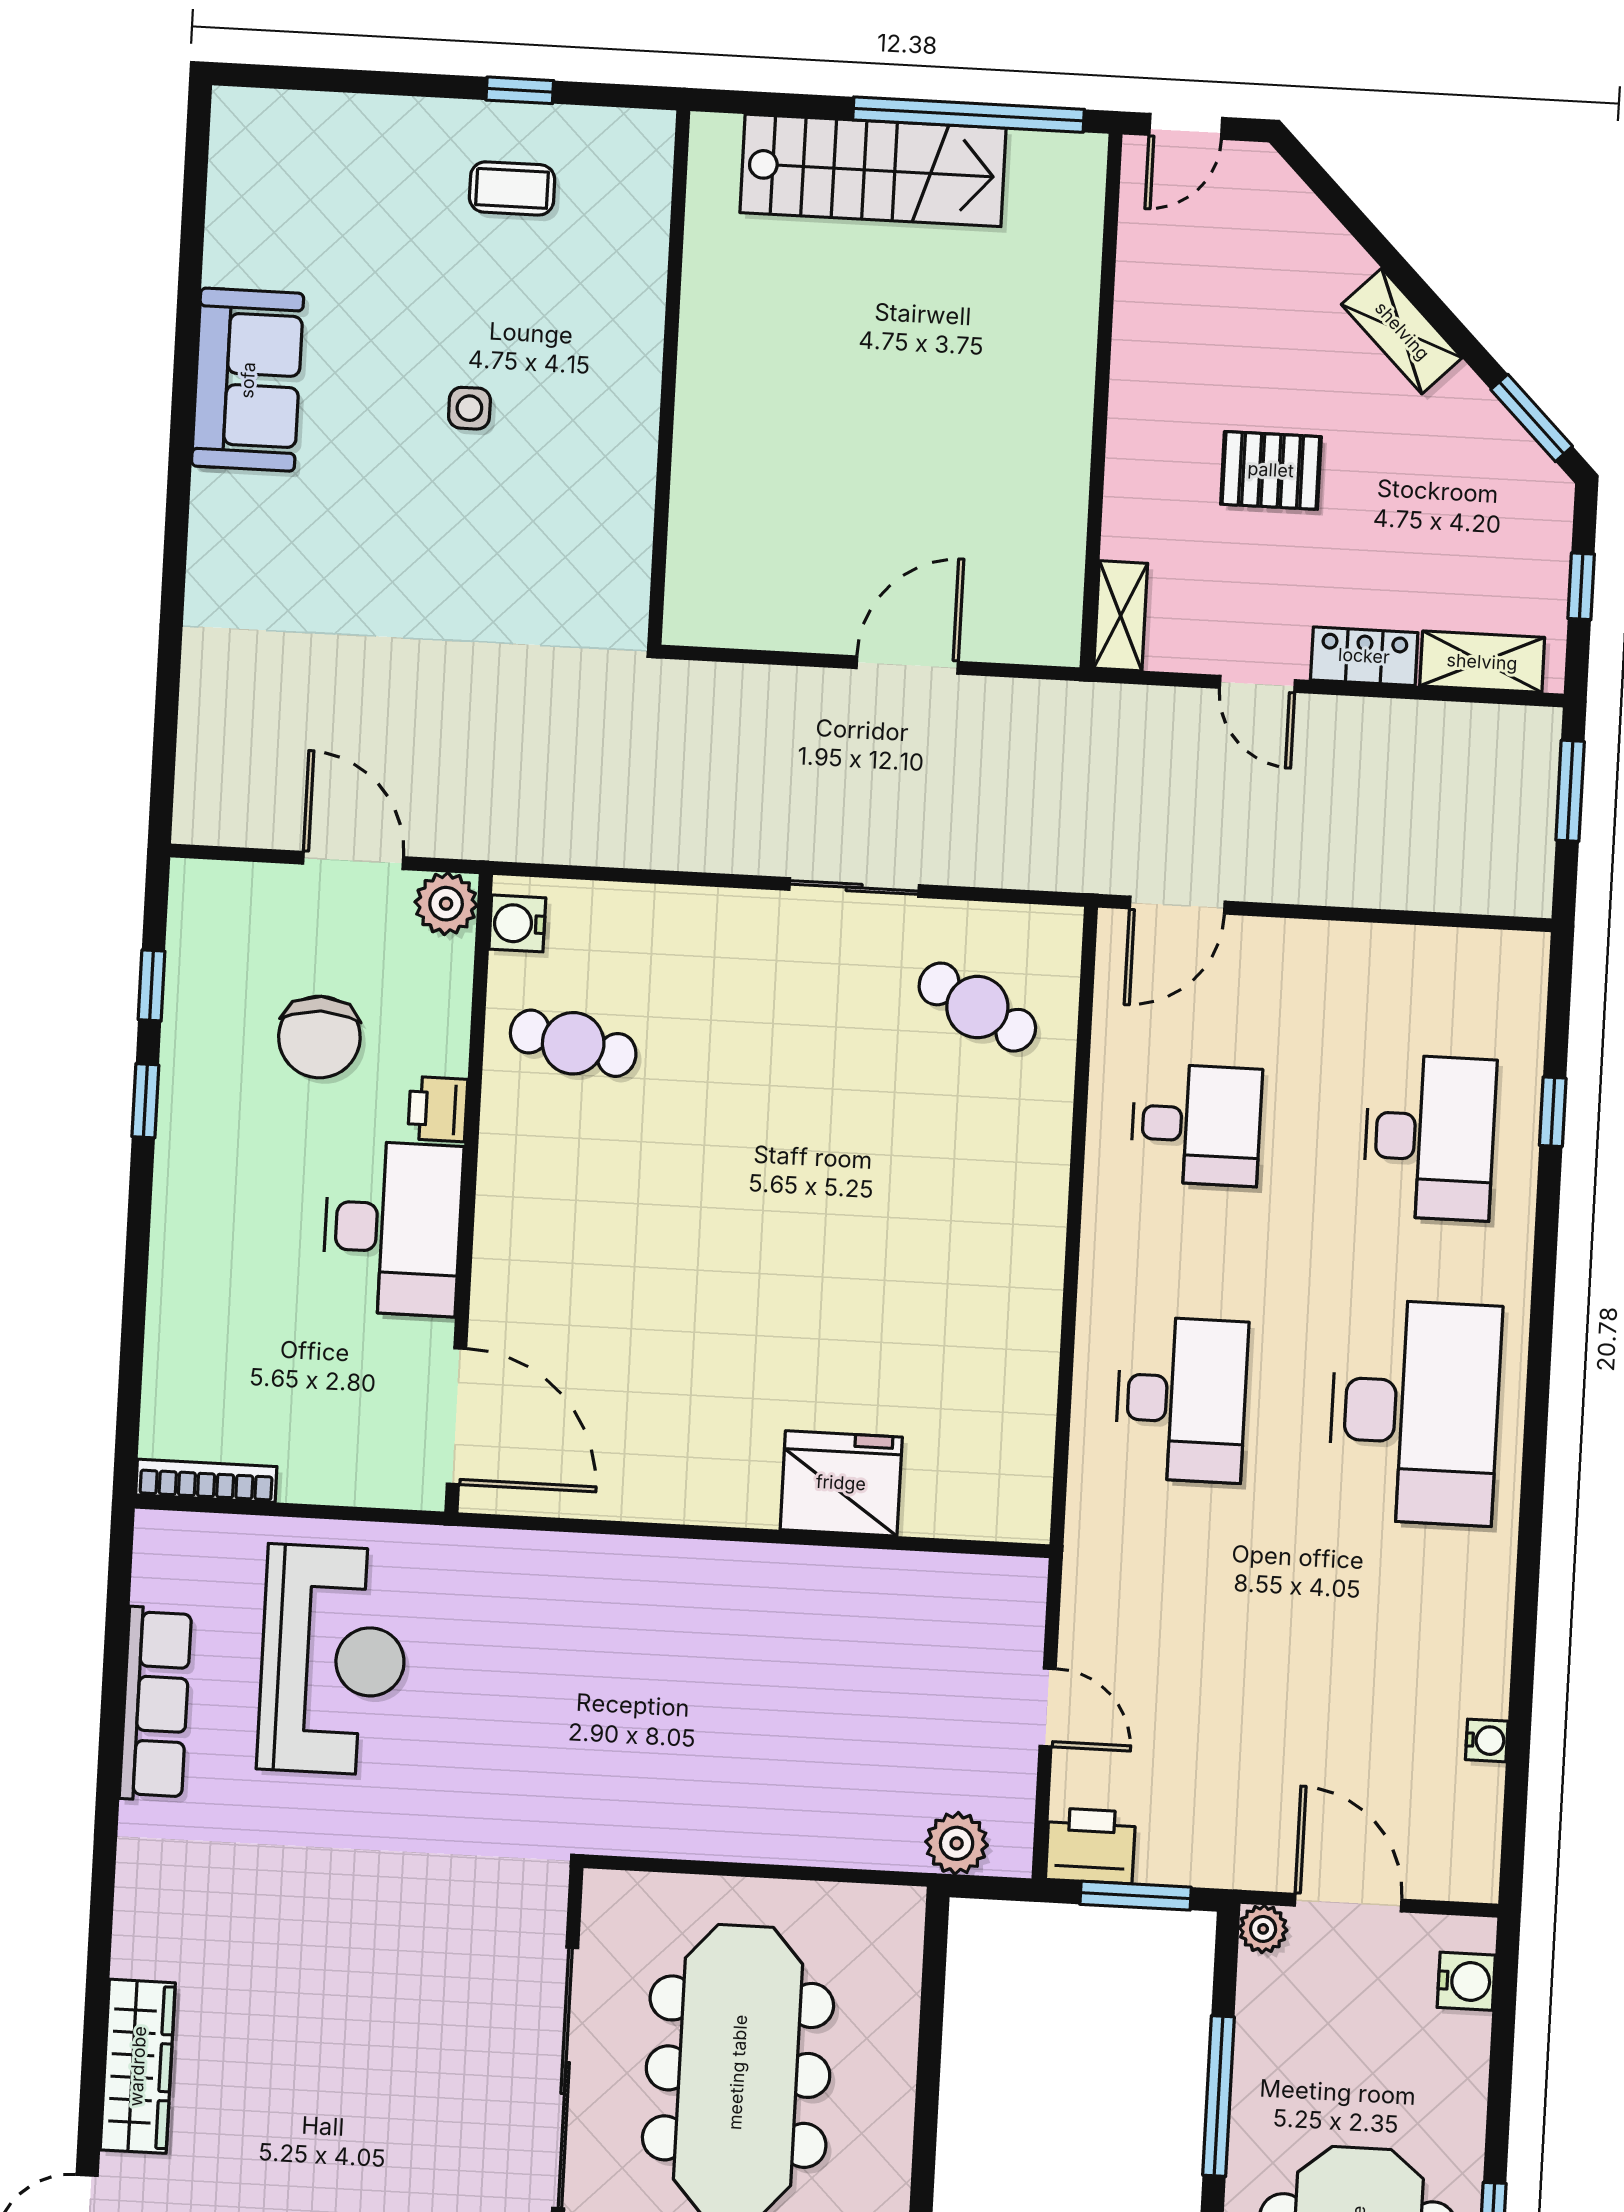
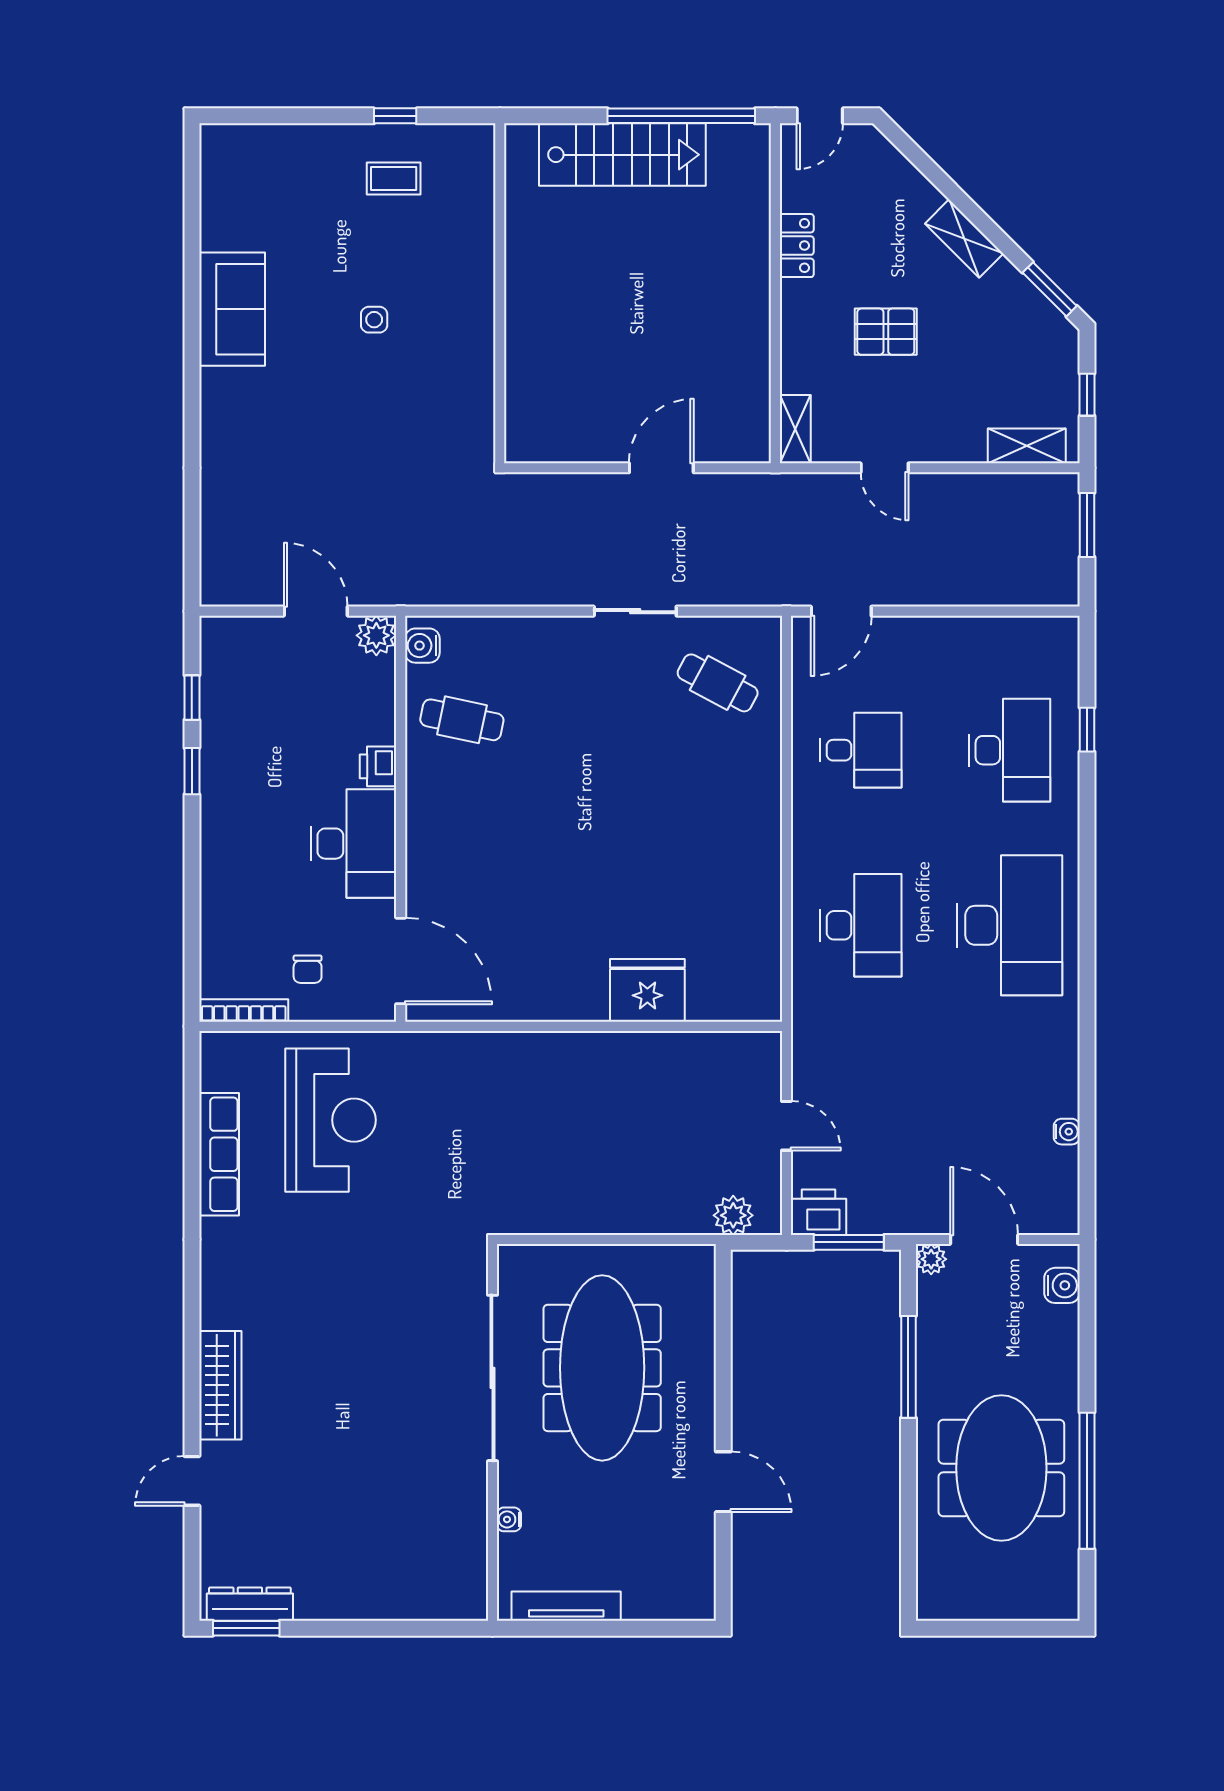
locker: (1364, 656) -> (797, 246), moved, turned 90
chair: (319, 1037) -> (308, 969), moved, width x0.54, depth x0.54

